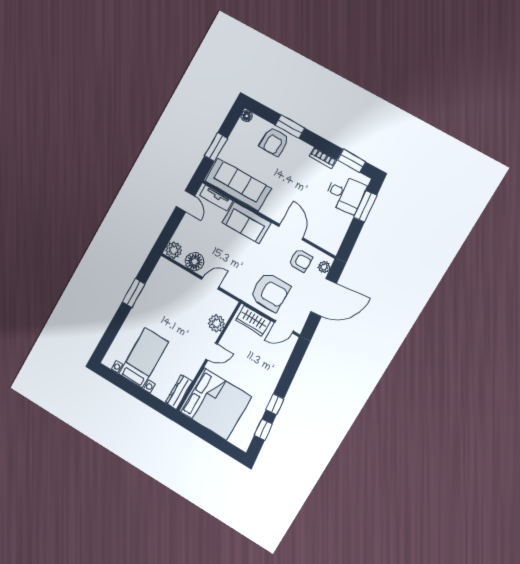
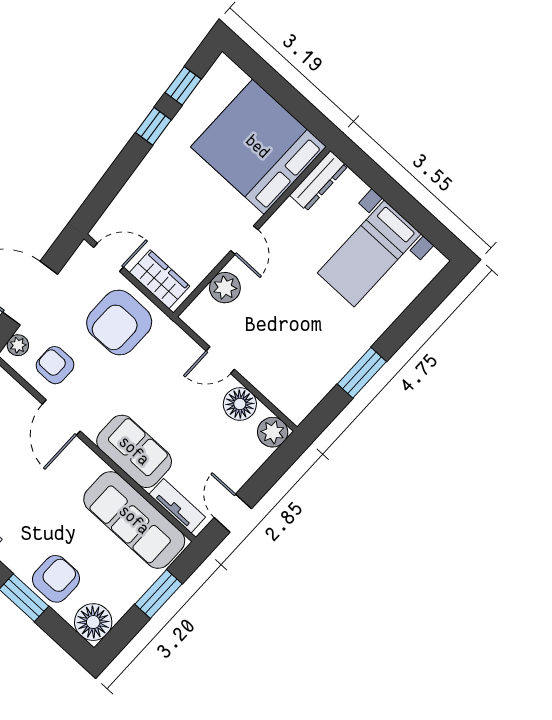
floor lamp: (247, 116) -> (93, 622), width x1.89, depth x1.89
armchair: (270, 292) -> (119, 322), turned -90
door: (212, 352) -> (244, 240), swing flipped

